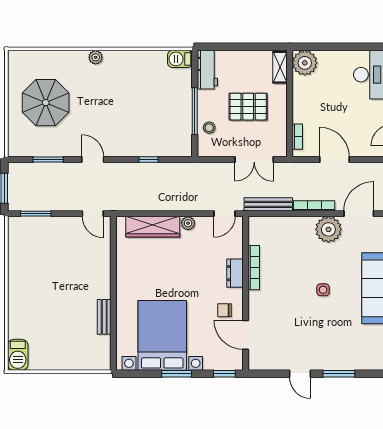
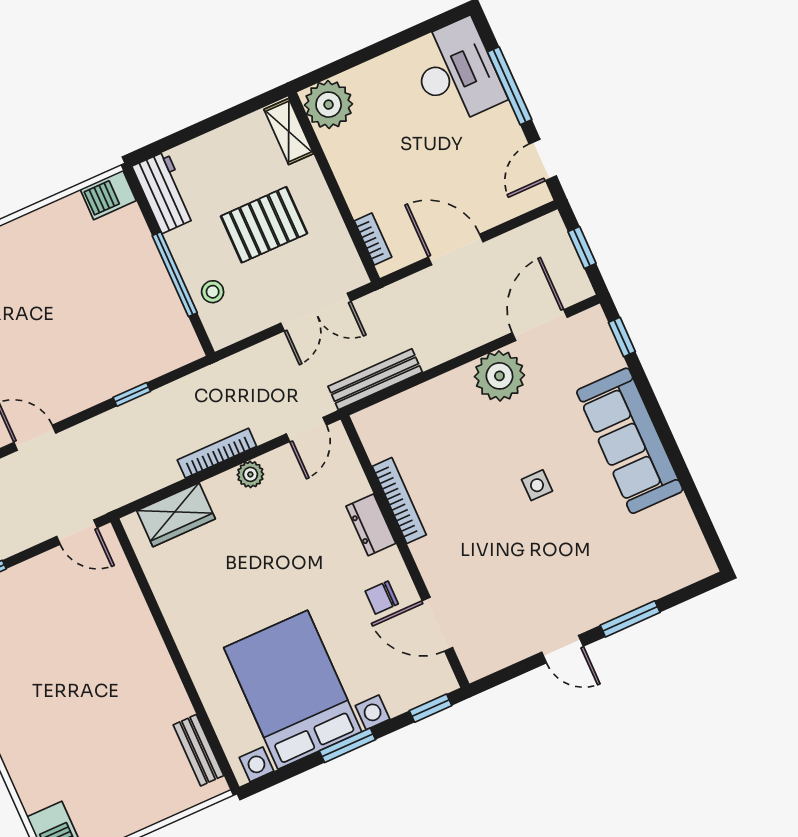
bookcase: (314, 206) -> (217, 453), moved
wardrobe: (153, 227) -> (176, 515), width x0.67
bench: (104, 317) -> (198, 750), moved

